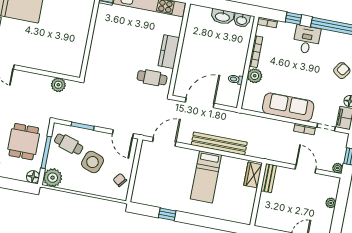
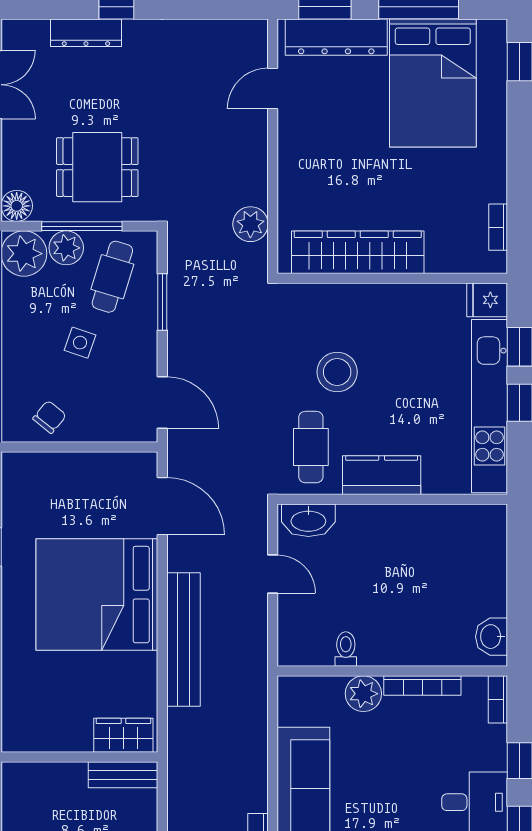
washbasin: (222, 17) -> (308, 520), moved, turned -90
wardrobe: (78, 44) -> (358, 252), added
stool: (124, 62) -> (337, 372), added
door: (200, 103) -> (273, 574), width x0.53
door: (123, 134) -> (162, 403), swing flipped
plant: (54, 160) -> (66, 248), added
side table: (93, 162) -> (80, 343), width x0.54, depth x0.54
bed: (206, 177) -> (97, 595), width x2.04

